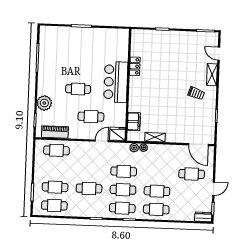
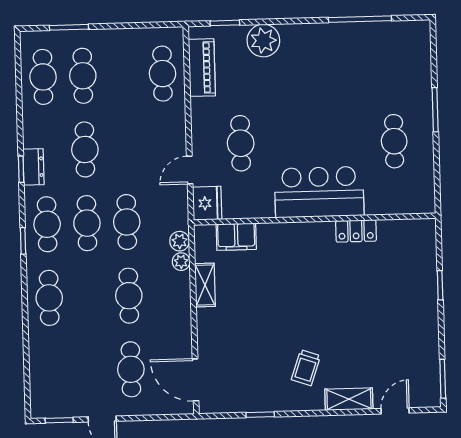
cafe table: (78, 89) -> (394, 141), moved
door: (102, 141) -> (190, 170), swing flipped
door: (198, 145) -> (196, 380), hinge flipped
cafe table: (157, 191) -> (129, 296), moved
dresser: (203, 217) -> (33, 167), moved

